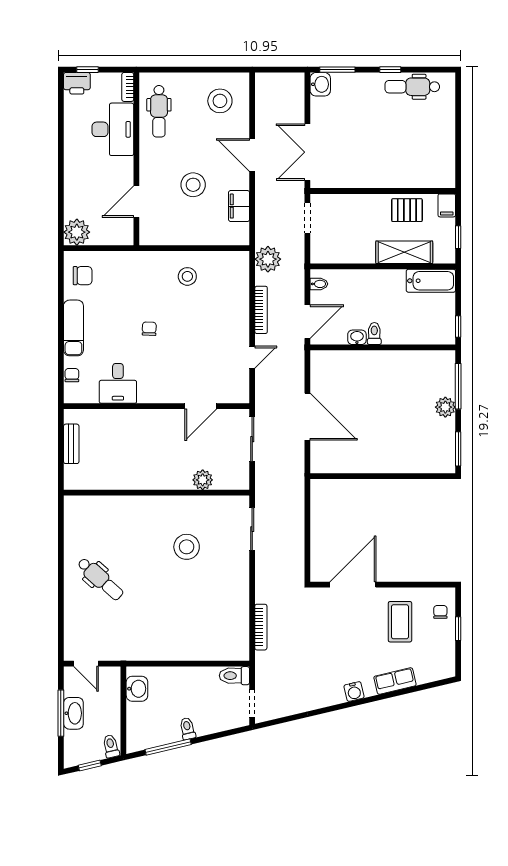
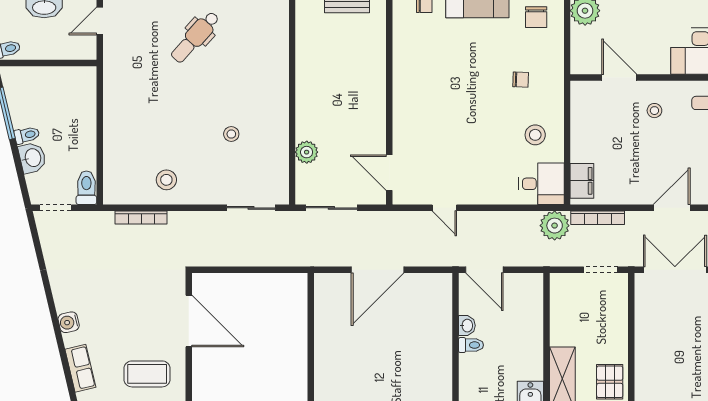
stool: (193, 185) -> (654, 111), moved, width x0.53, depth x0.53
filing cabinet: (239, 206) -> (582, 181), moved, turned 90
bidet: (319, 284) -> (527, 283), removed
bookcase: (261, 310) -> (598, 218), moved
chair: (149, 329) -> (521, 80), moved
desk: (118, 383) -> (542, 184), moved, turned 180
door: (201, 406) -> (389, 173), moved
sliding door: (252, 439) -> (331, 208), moved
stool: (187, 547) -> (231, 134), width x0.53, depth x0.53
stool: (227, 604) -> (166, 180), added
washbasin: (137, 689) -> (32, 158), moved, turned -103

